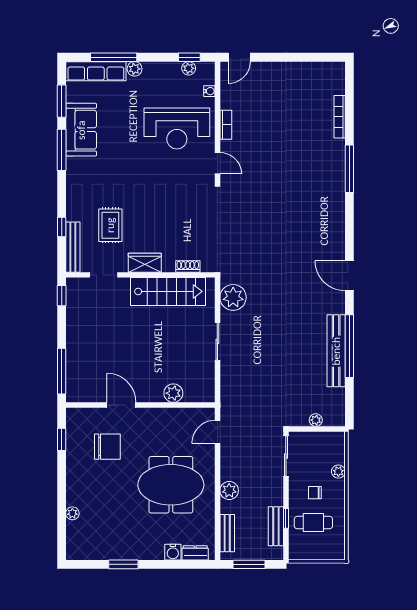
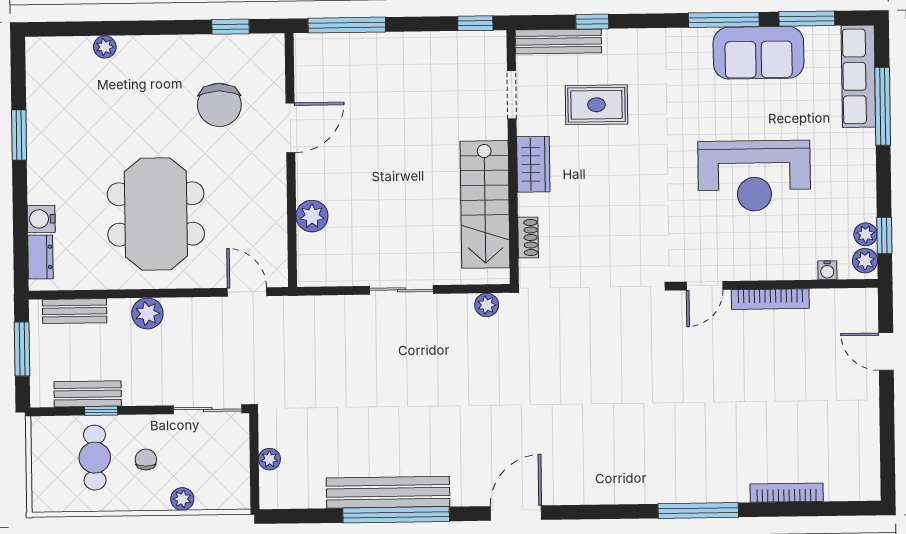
door: (239, 57) -> (886, 351), moved
plant: (135, 69) -> (865, 261), moved
bookcase: (226, 125) -> (770, 299), width x1.56
reception desk: (177, 128) -> (754, 176), moved, turned -90
plant: (233, 297) -> (487, 305), width x0.53, depth x0.53

